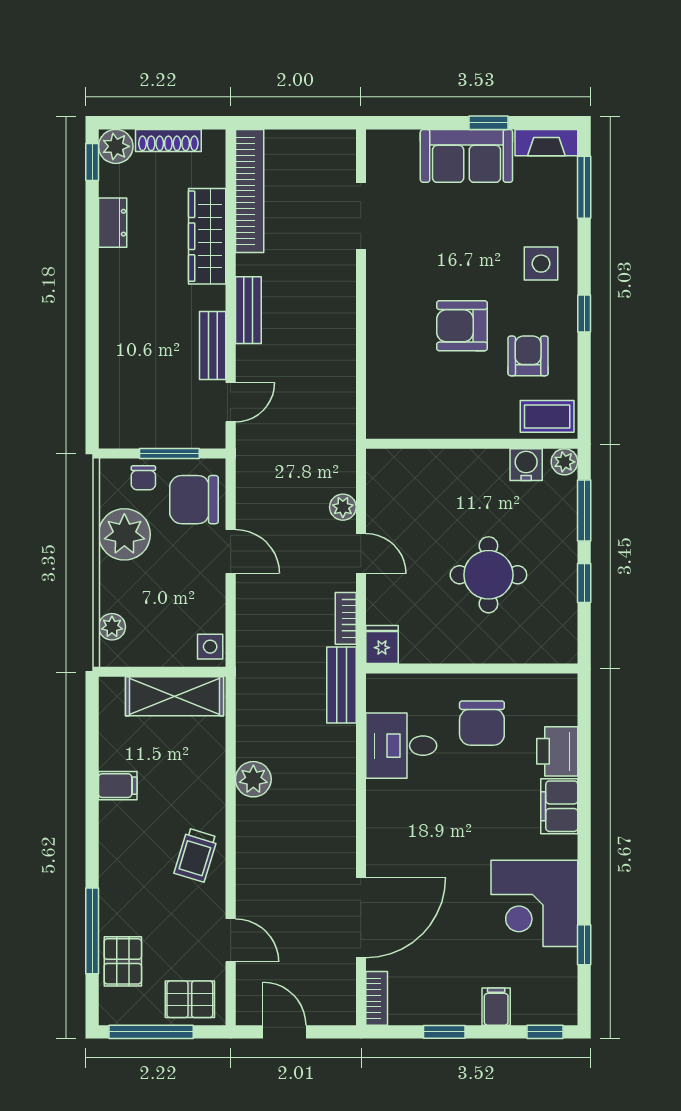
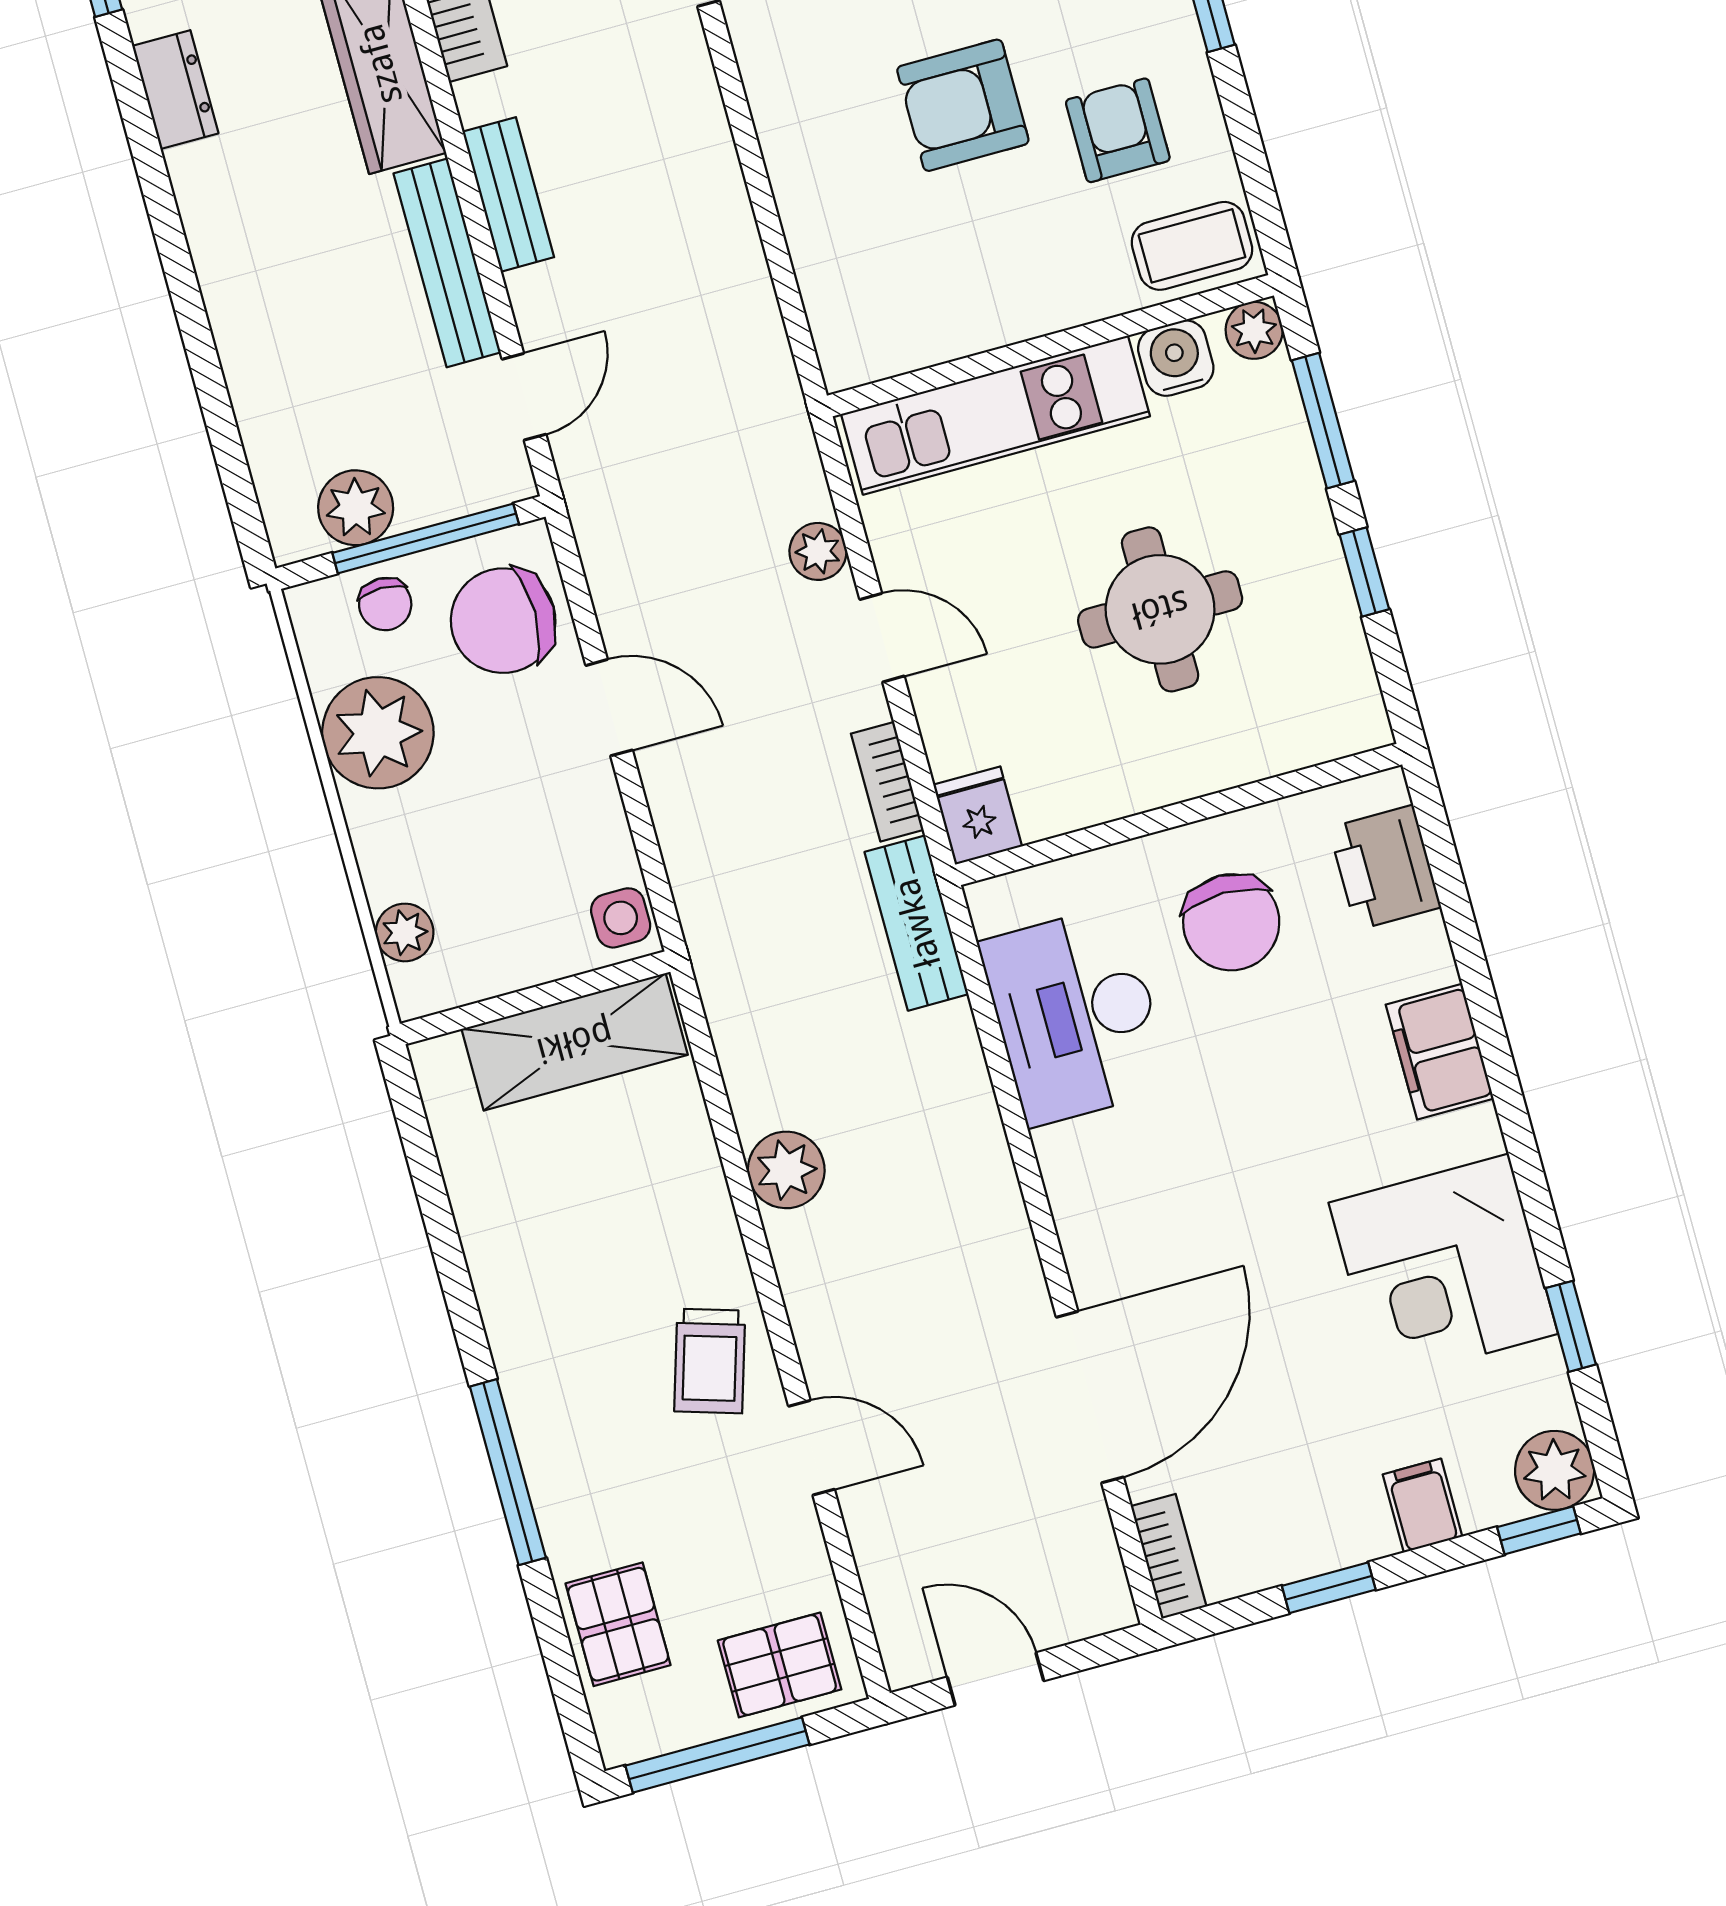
bench: (213, 346) -> (447, 263), width x1.36
plant: (142, 431) -> (356, 508), added
window: (169, 453) -> (426, 538), width x1.44
kitchen unit: (439, 468) -> (995, 415), added
desk: (401, 746) -> (1076, 1015), width x1.37
printer: (557, 751) -> (1385, 867), moved
filing cabinet: (118, 786) -> (507, 1261), removed
window: (92, 931) -> (508, 1472), moved
door: (231, 940) -> (812, 1448), moved
plant: (559, 1007) -> (1555, 1470), added

